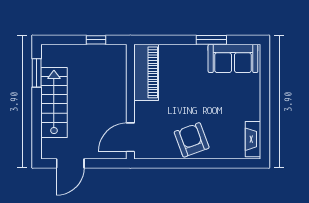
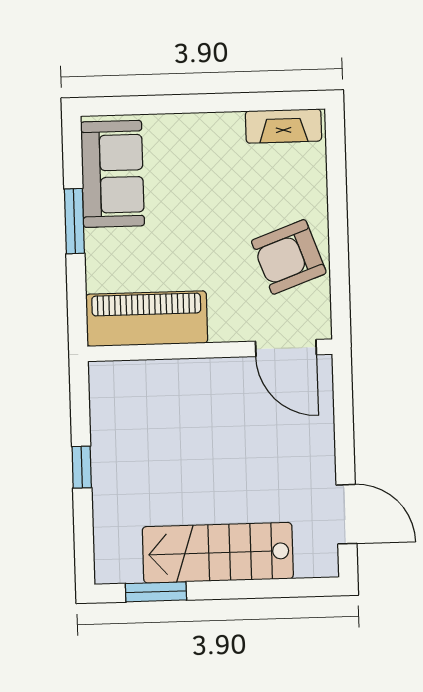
piano: (146, 72) -> (147, 319), moved
wall: (130, 102) -> (210, 350), moved
door: (130, 137) -> (286, 348), moved

